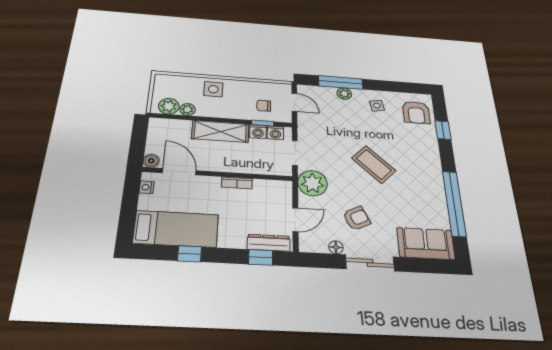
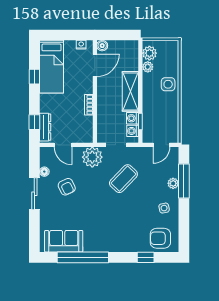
chair: (264, 106) -> (156, 122), removed
coffee table: (374, 164) -> (123, 179), moved
sofa: (426, 243) -> (64, 241), moved, turned -90

